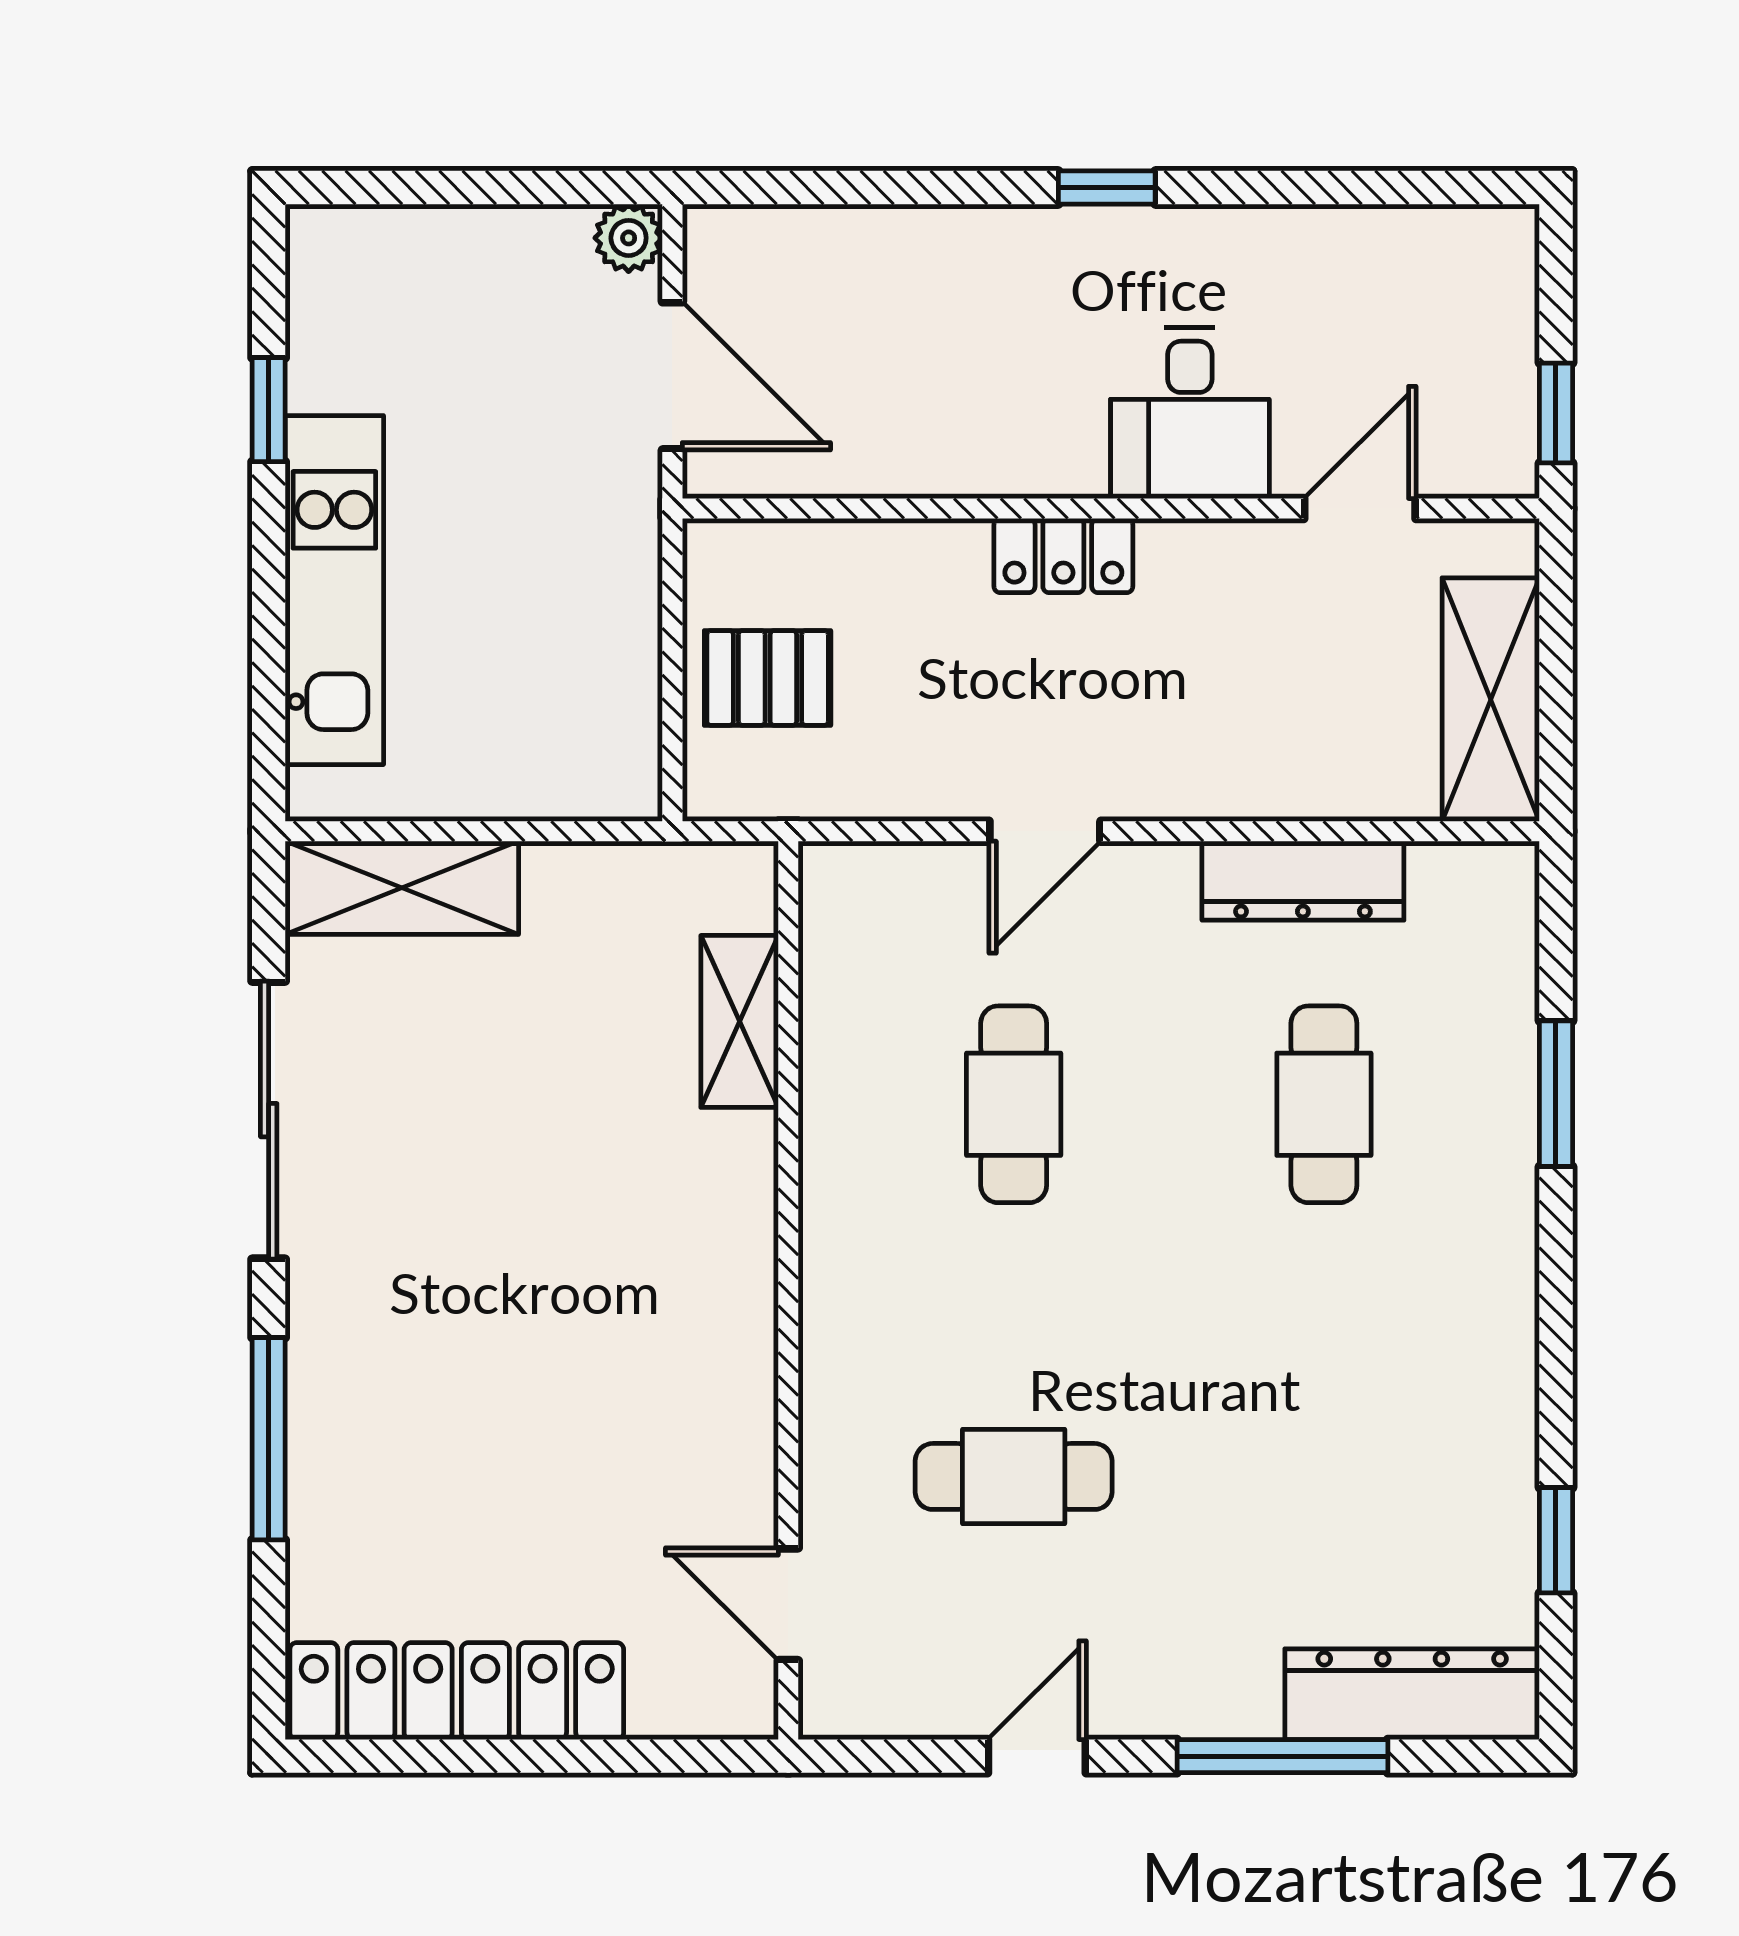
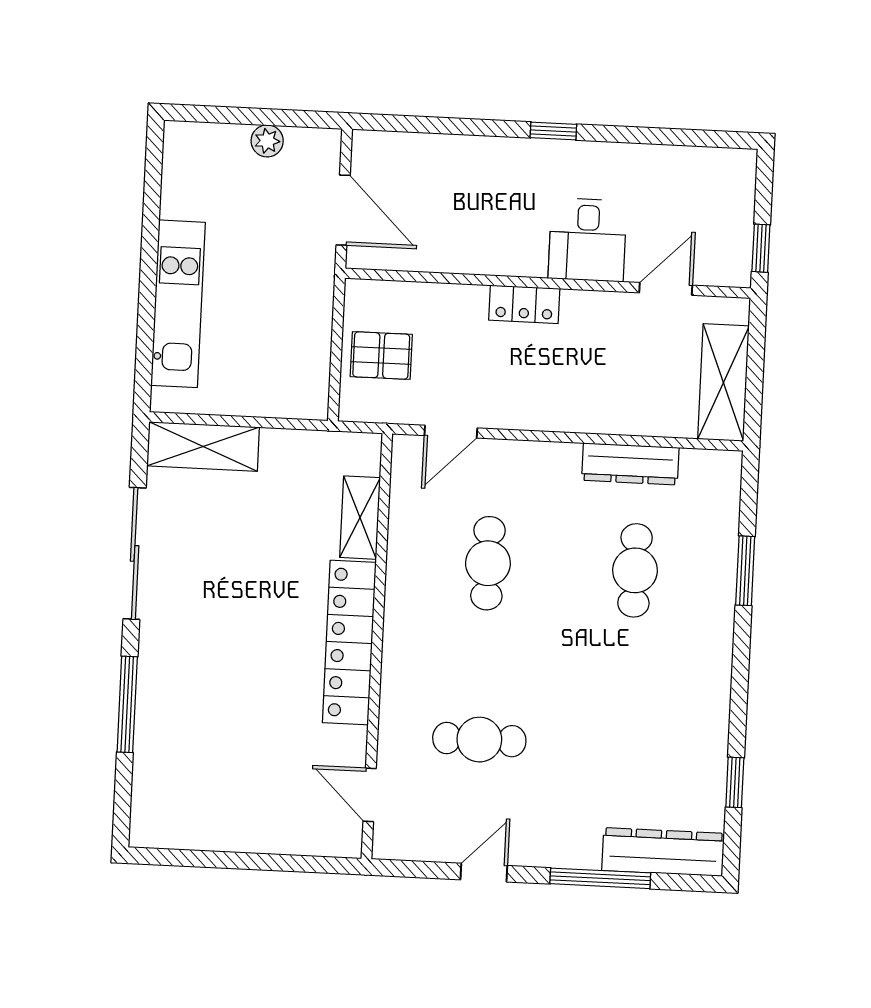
plant: (629, 238) -> (267, 141), moved
window: (269, 410) -> (151, 217), removed
door: (1045, 831) -> (451, 432), moved
locker: (457, 1691) -> (349, 643), moved, turned -90

